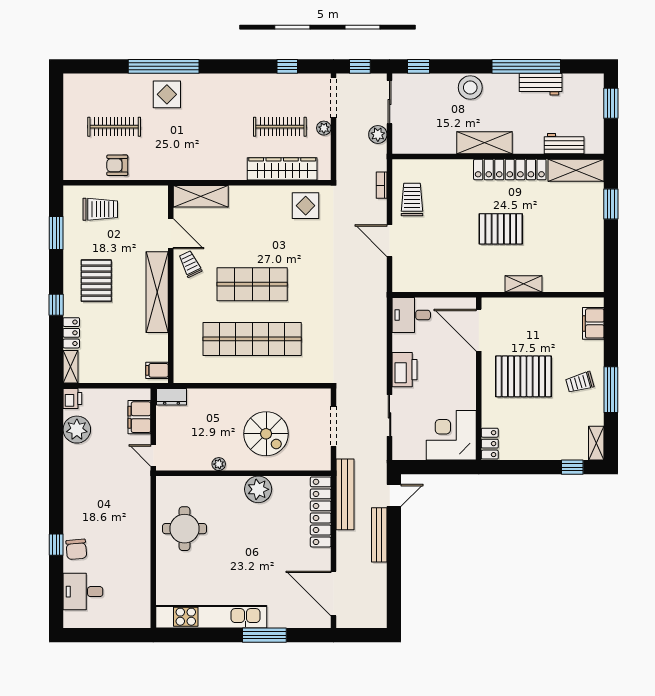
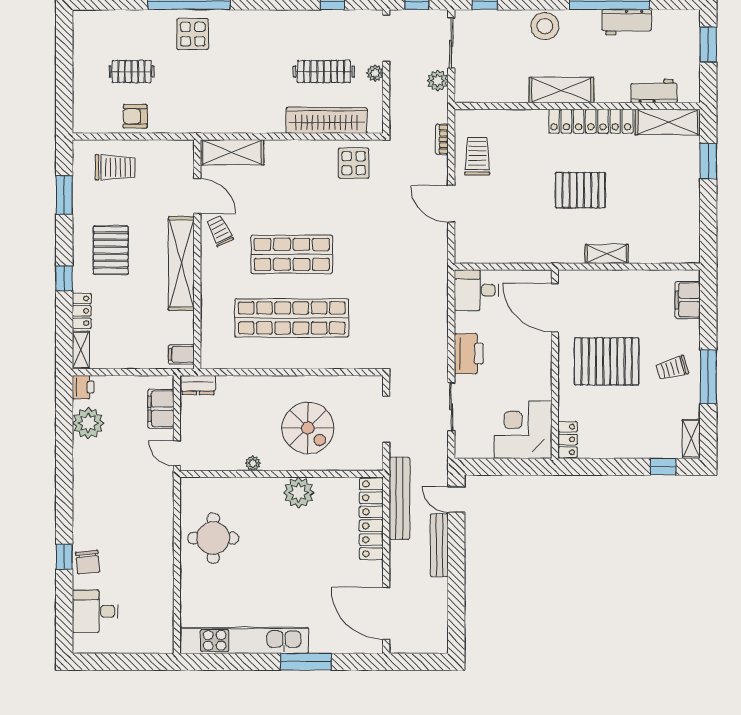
clothes rail: (114, 127) -> (132, 72), width x0.73
door: (394, 495) -> (456, 500), swing flipped

